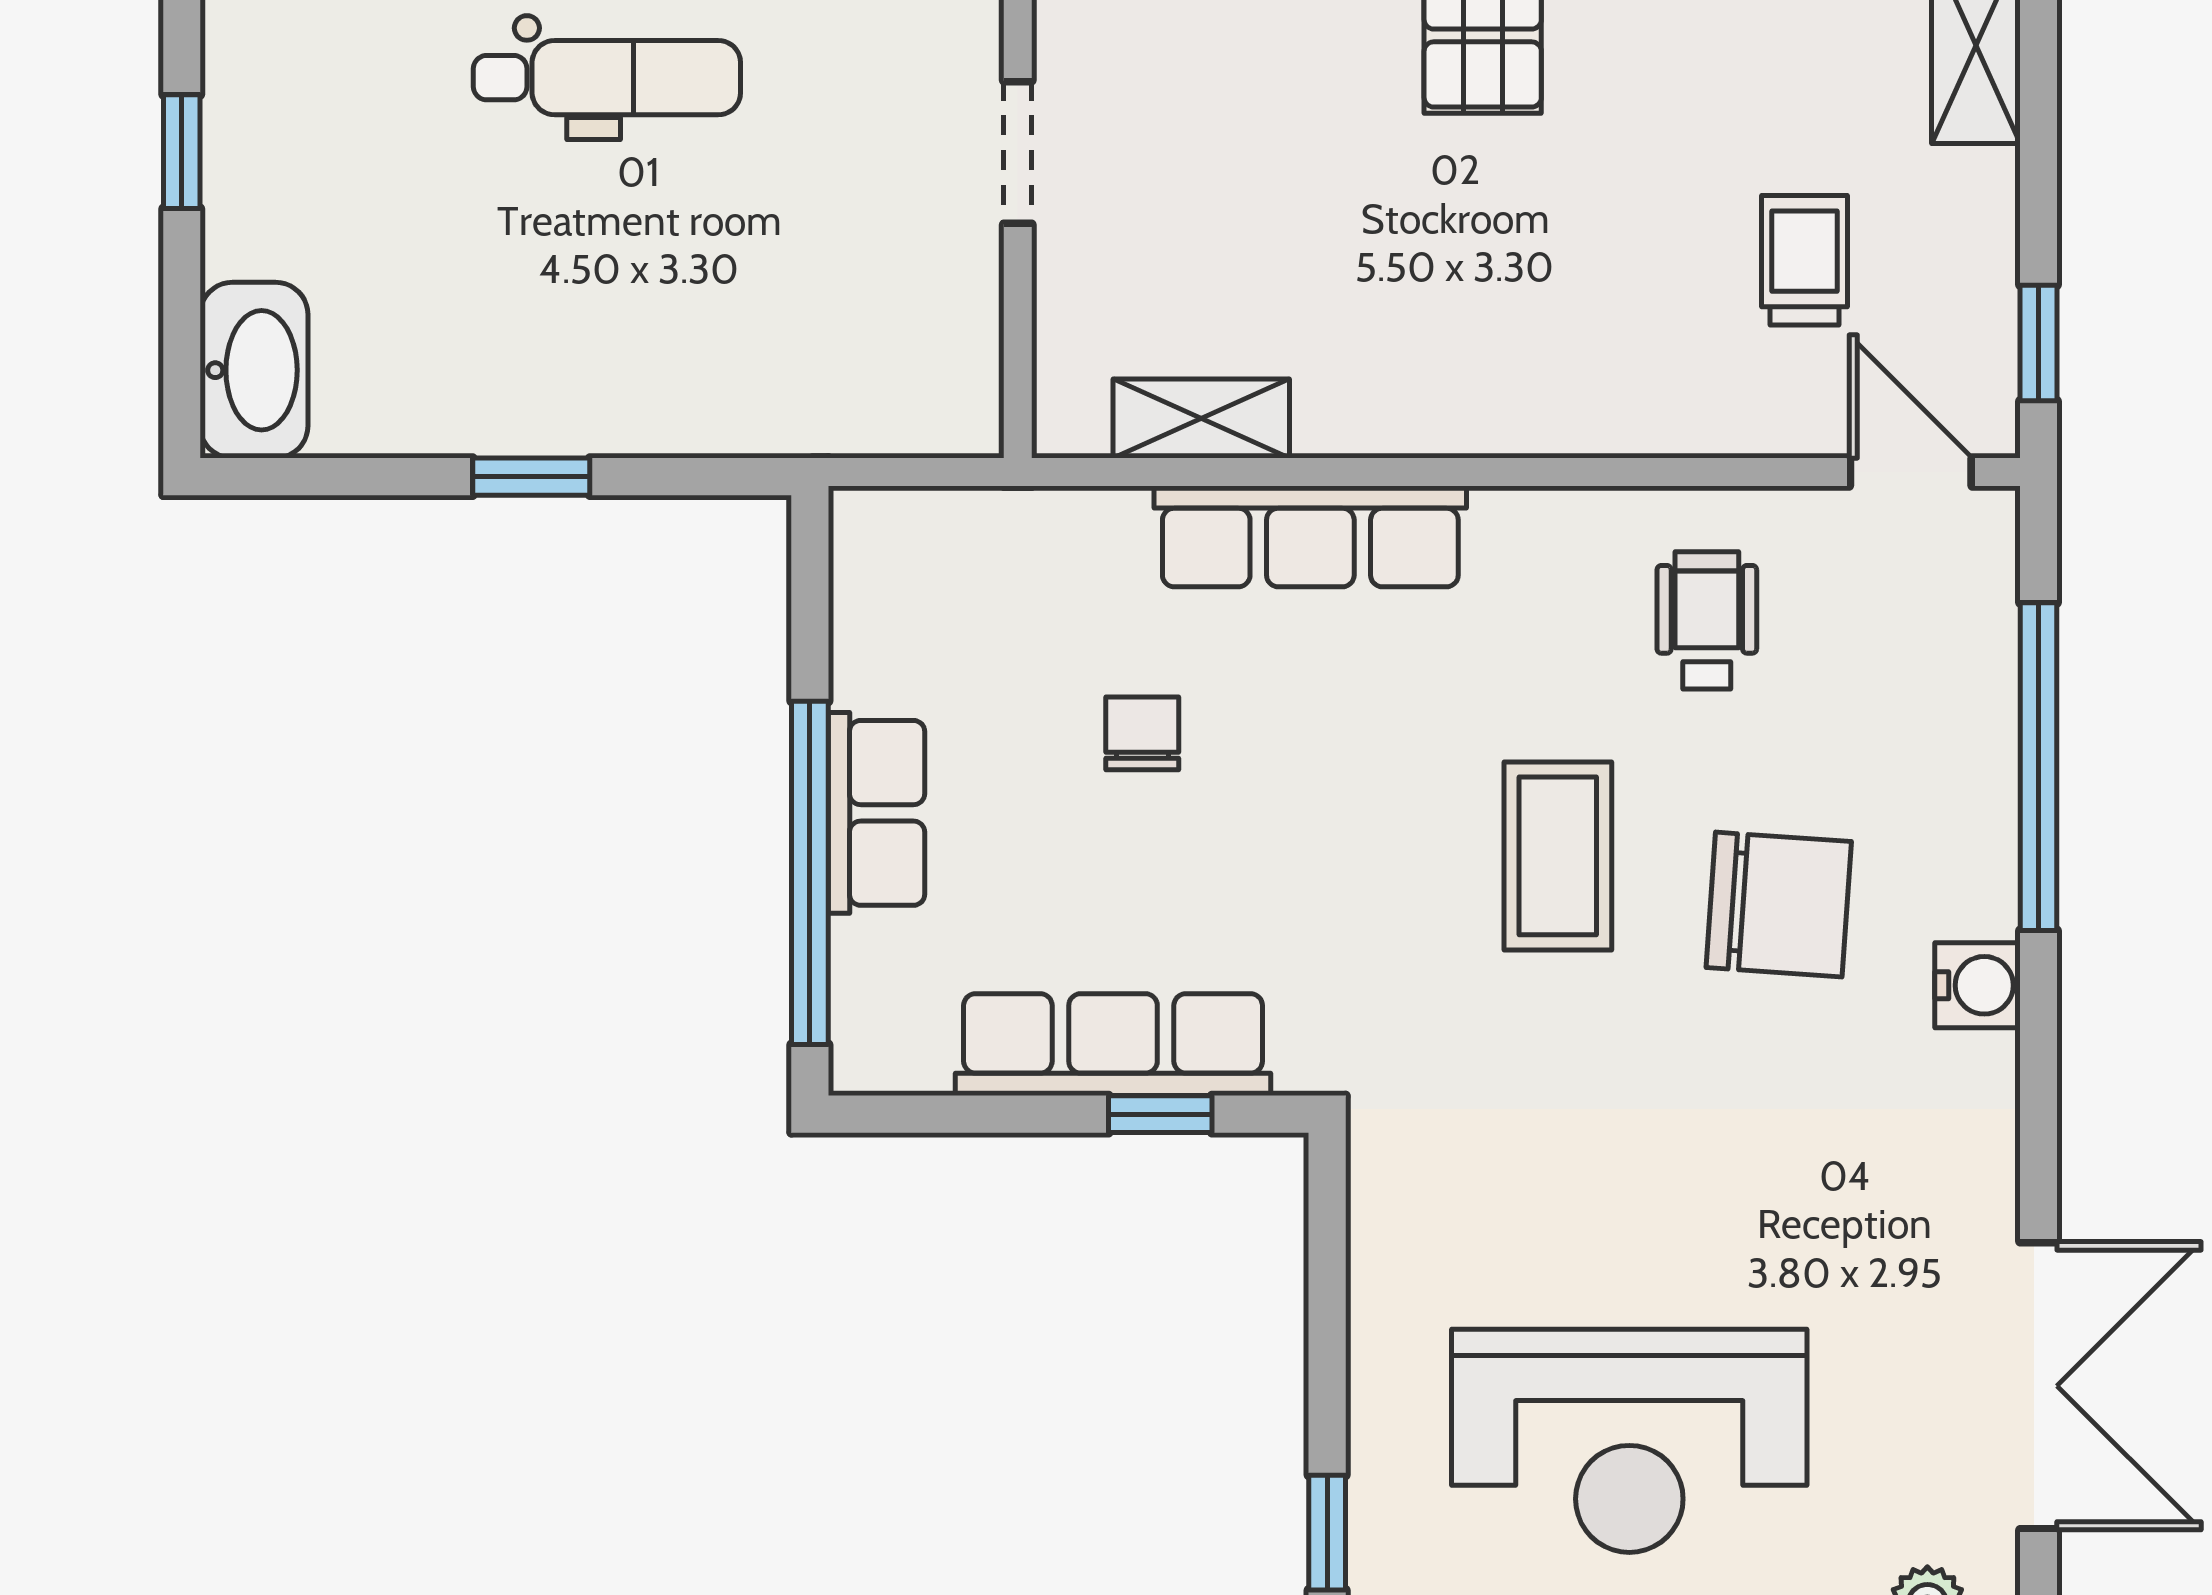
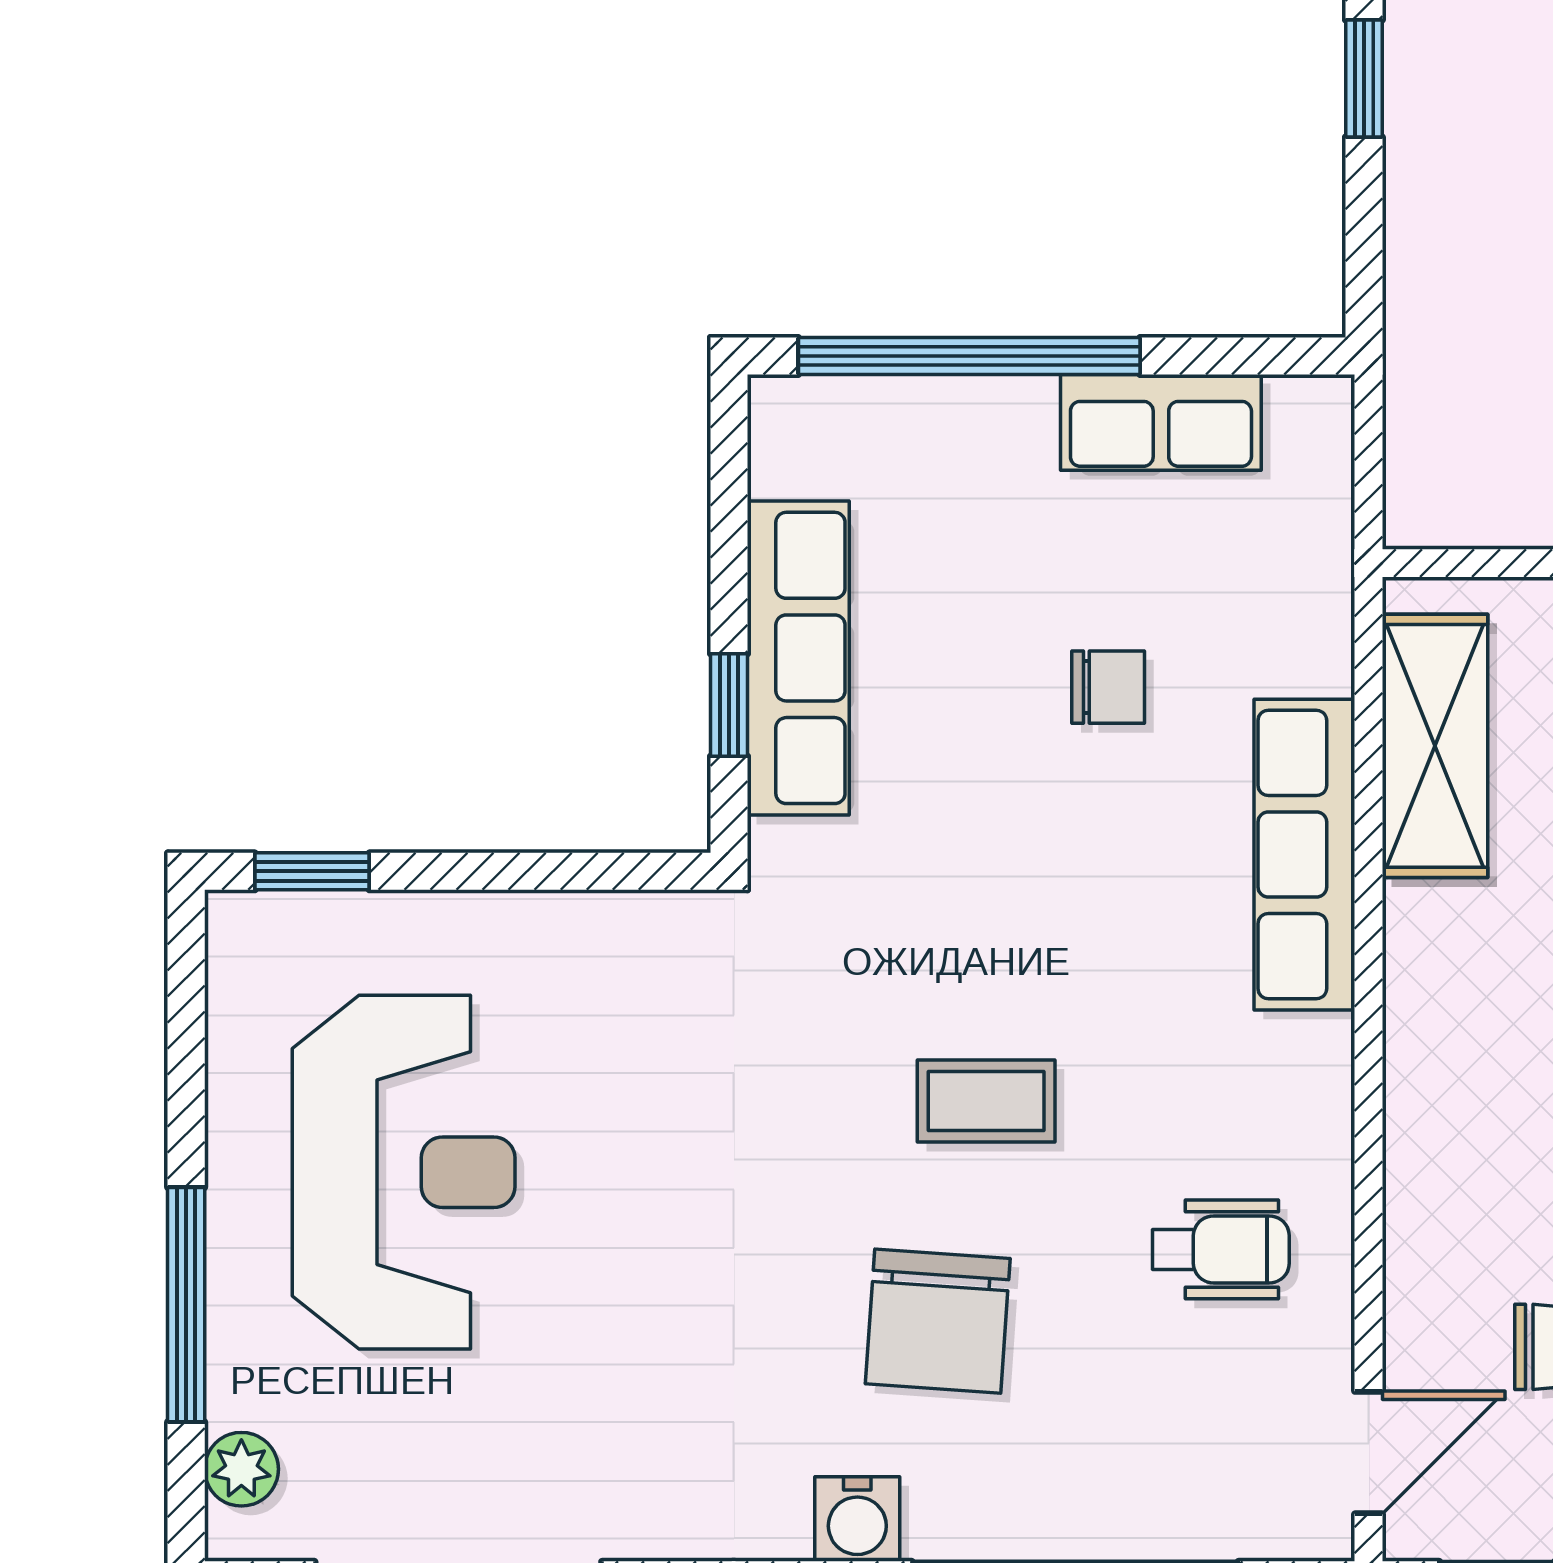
shelving: (1201, 419) -> (1435, 746), width x1.50, depth x1.33
row of seats: (876, 813) -> (1161, 422), moved
coffee table: (1558, 856) -> (986, 1101), width x0.73, depth x0.77
reception desk: (1629, 1441) -> (404, 1172), turned 180

